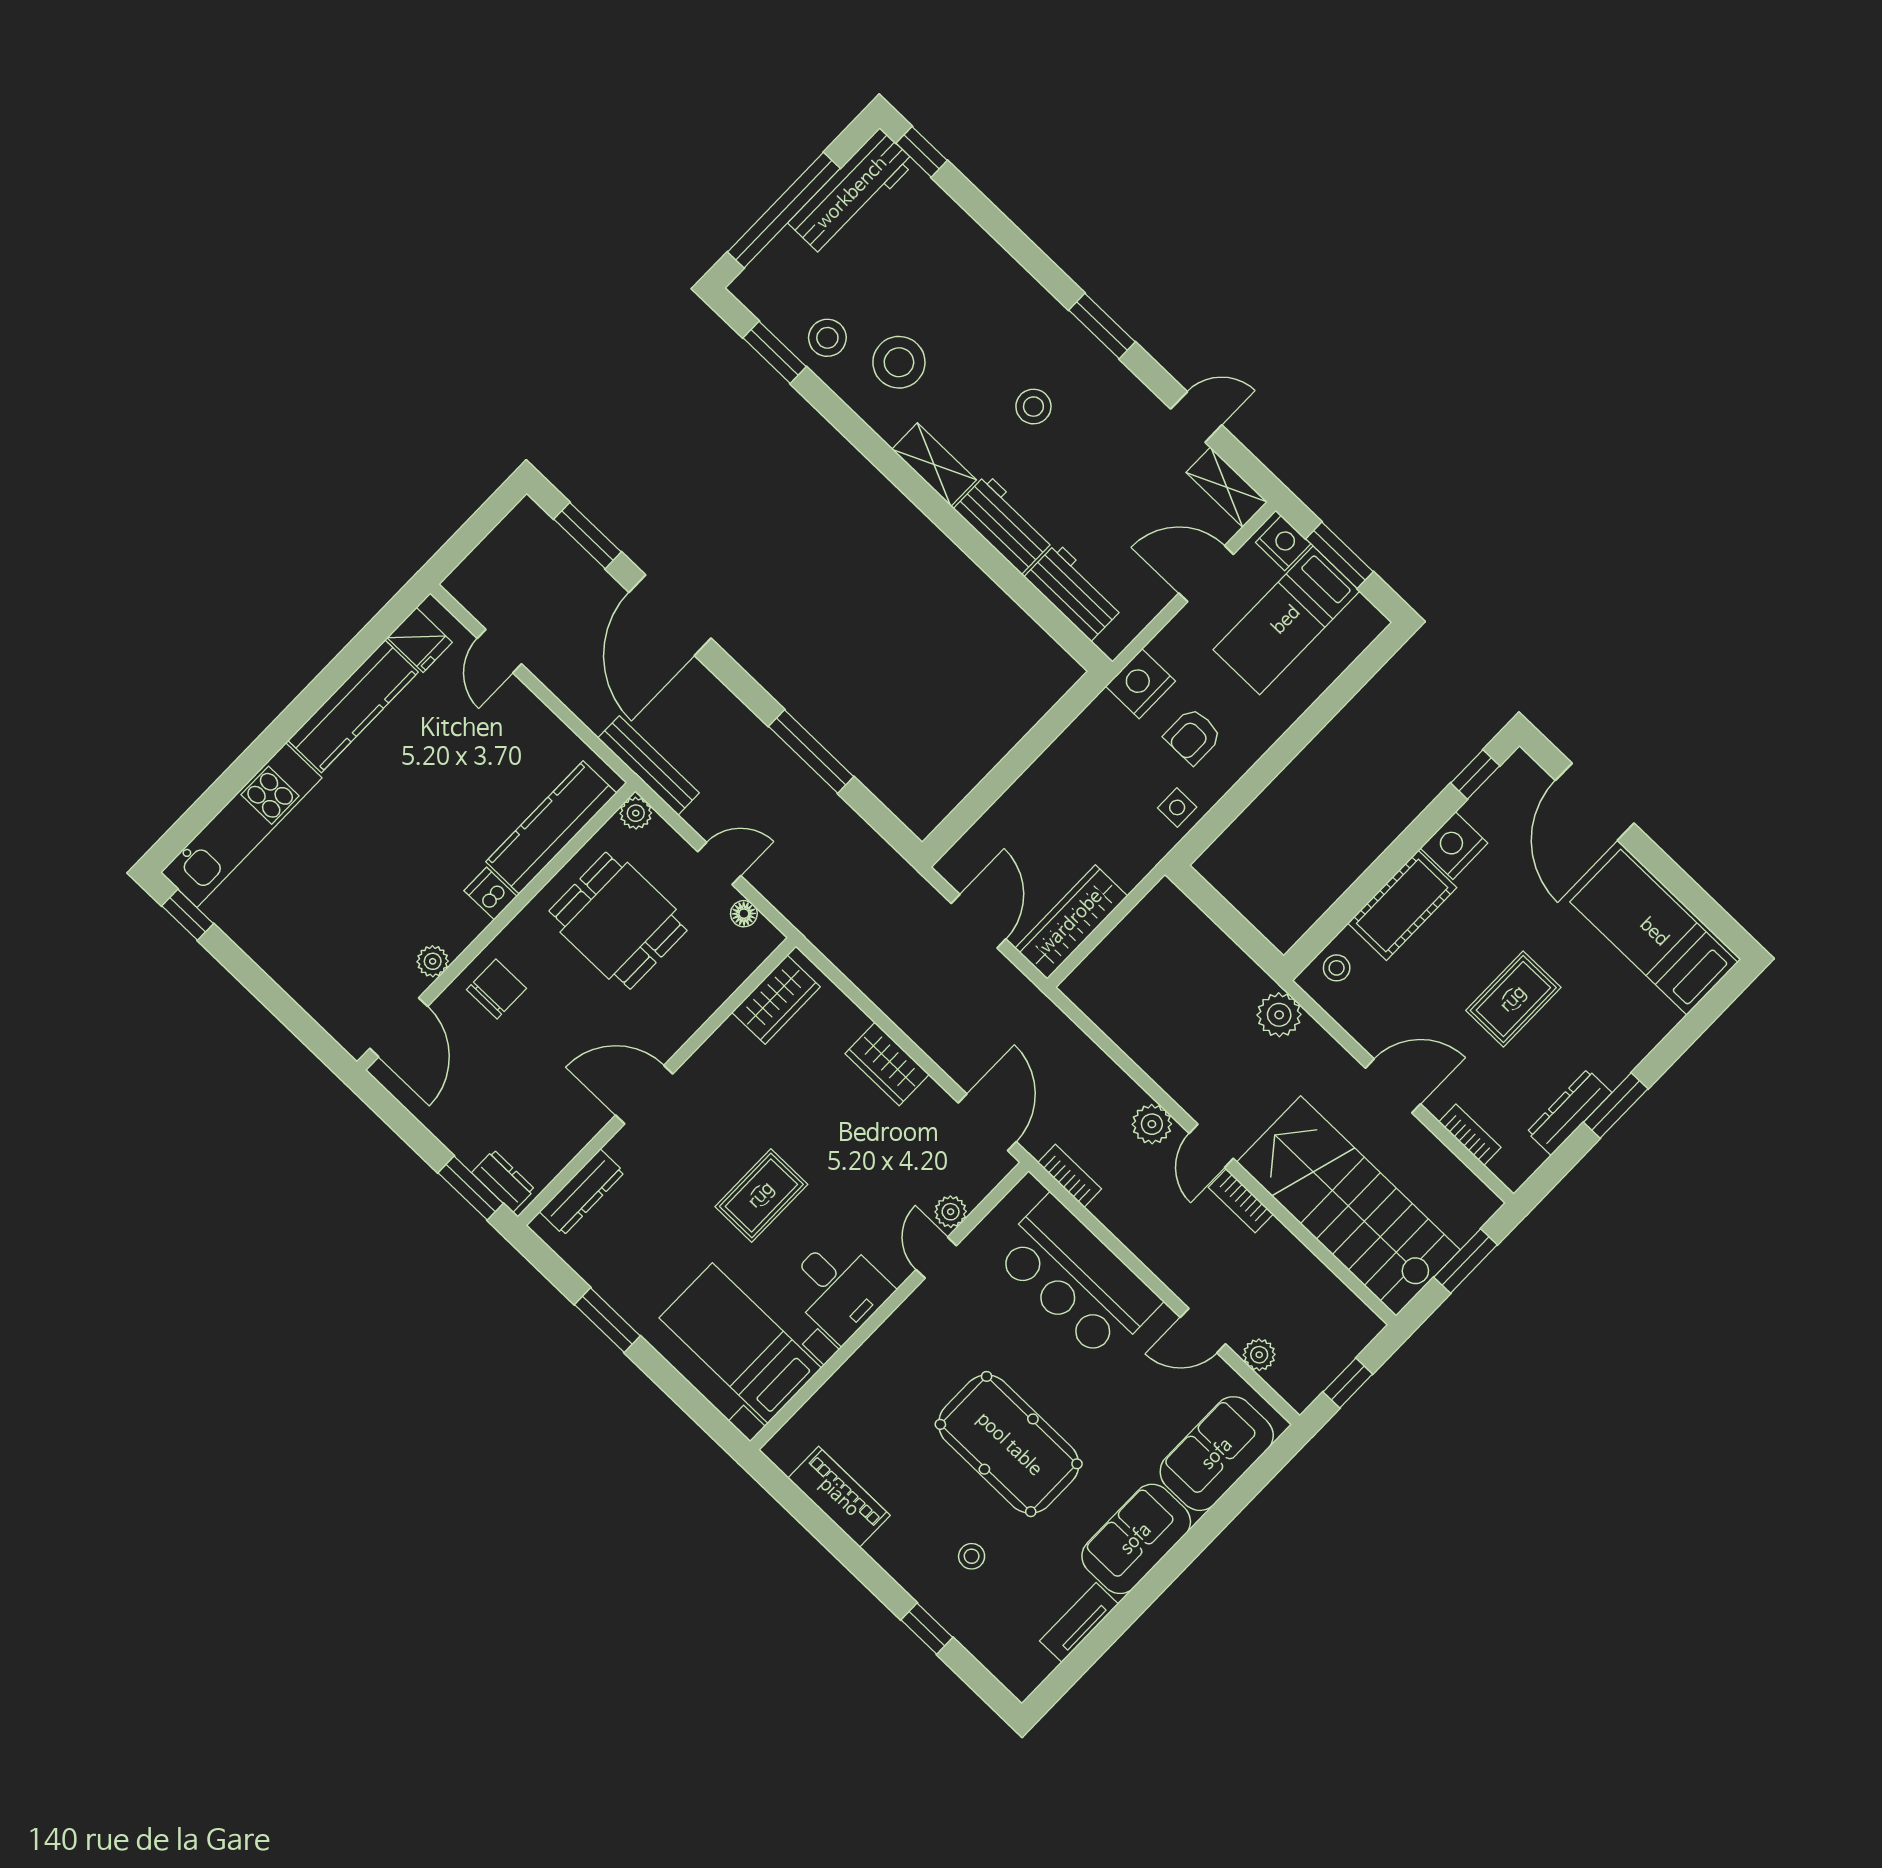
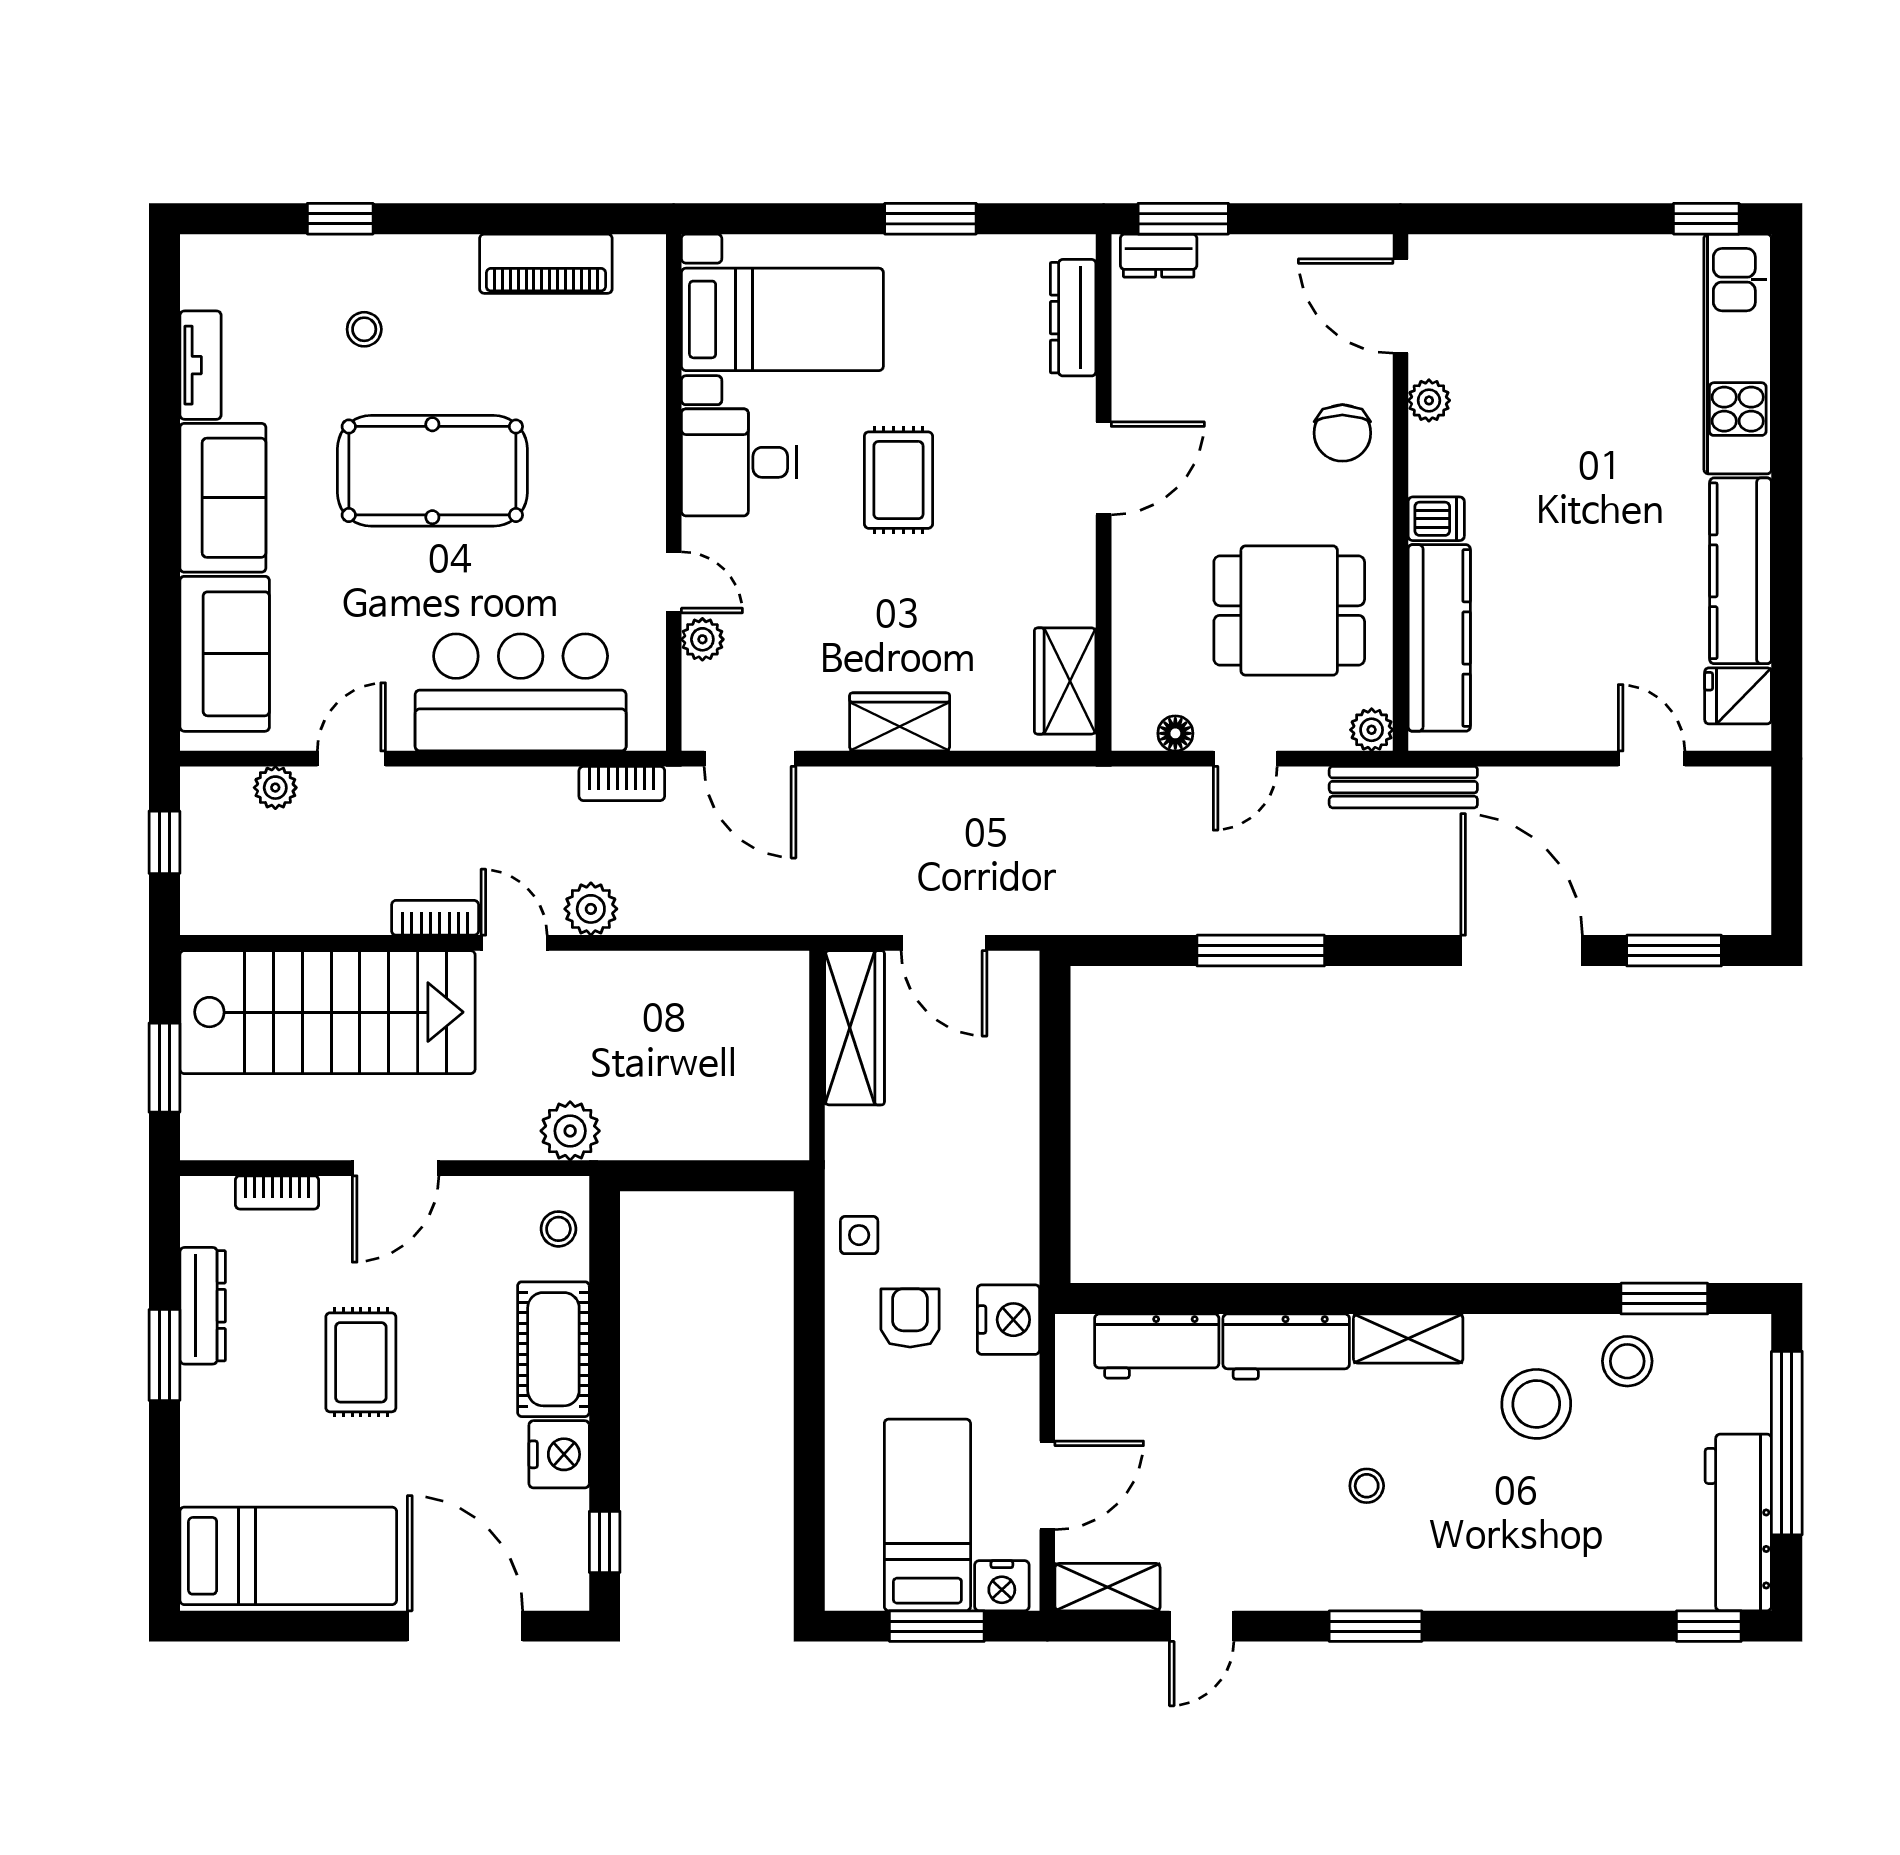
stool: (1033, 407) -> (1367, 1486), width x0.73, depth x0.73

